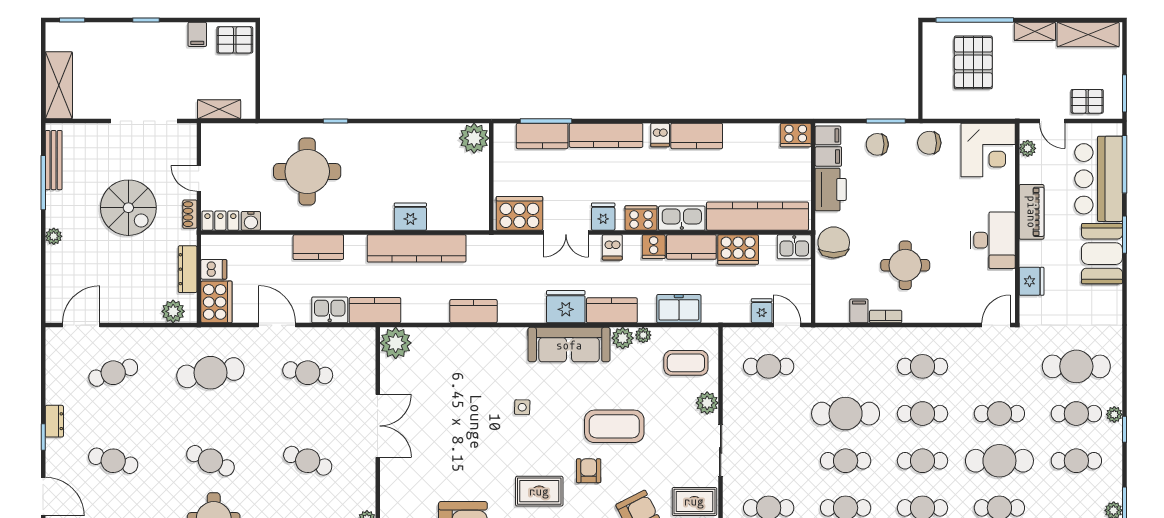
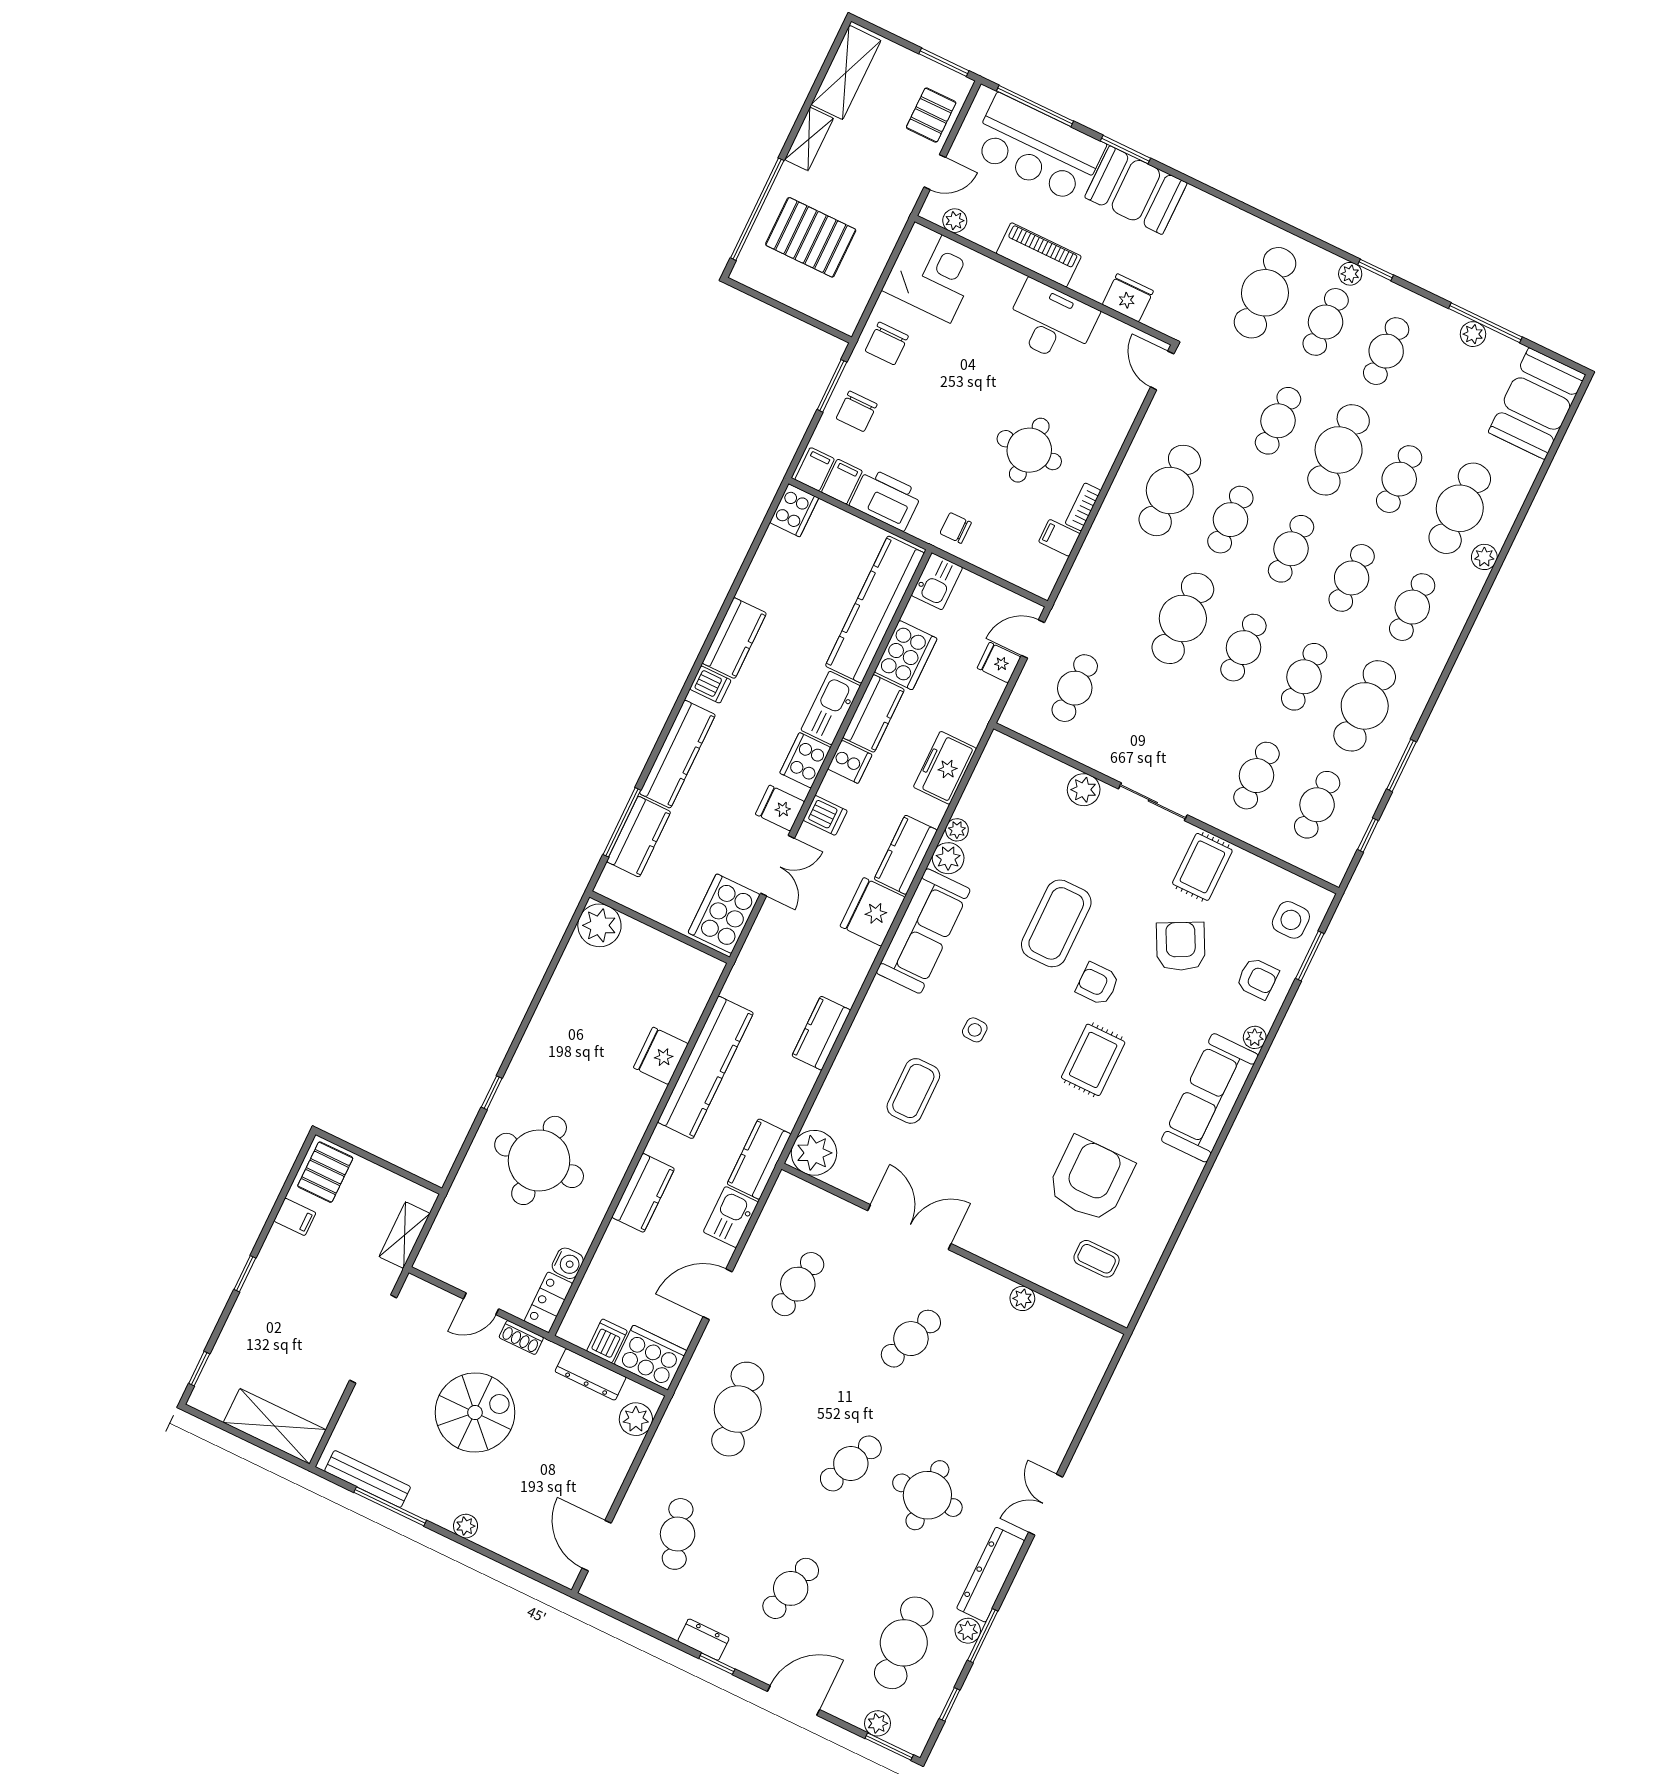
chair: (834, 242) -> (956, 528), width x0.54, depth x0.54
coffee table: (686, 363) -> (913, 1091), moved
cafe table: (922, 366) -> (1170, 490), width x1.37, depth x1.35

